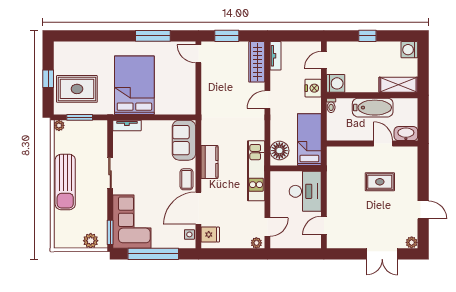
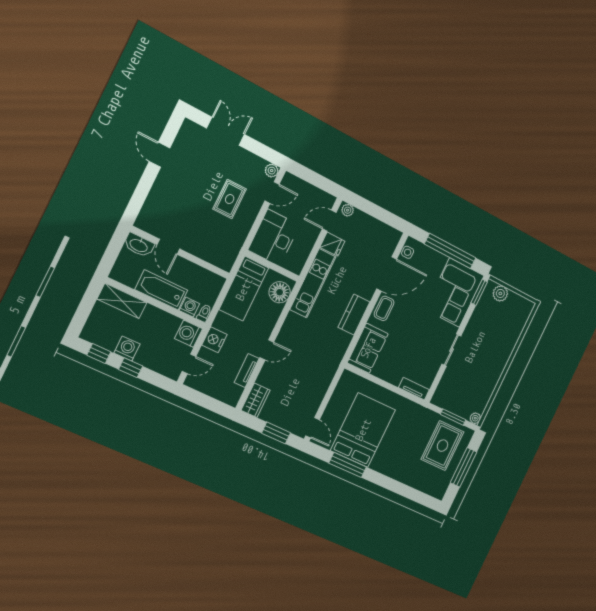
window: (396, 36) -> (99, 354), added
washing machine: (409, 50) -> (127, 349), moved, turned -90
tv unit: (275, 56) -> (247, 371), moved
wardrobe: (257, 62) -> (256, 400), width x0.67
window: (48, 79) -> (464, 467), width x2.17
bed: (134, 85) -> (363, 430), moved, turned 180
rug: (77, 89) -> (442, 446), turned 90
washing machine: (345, 105) -> (189, 307), added
sun lounger: (65, 182) -> (496, 361), removed
rug: (380, 182) -> (230, 199), moved, turned 90
fridge: (210, 235) -> (332, 244), moved, turned 180
plant: (412, 242) -> (272, 171), moved

